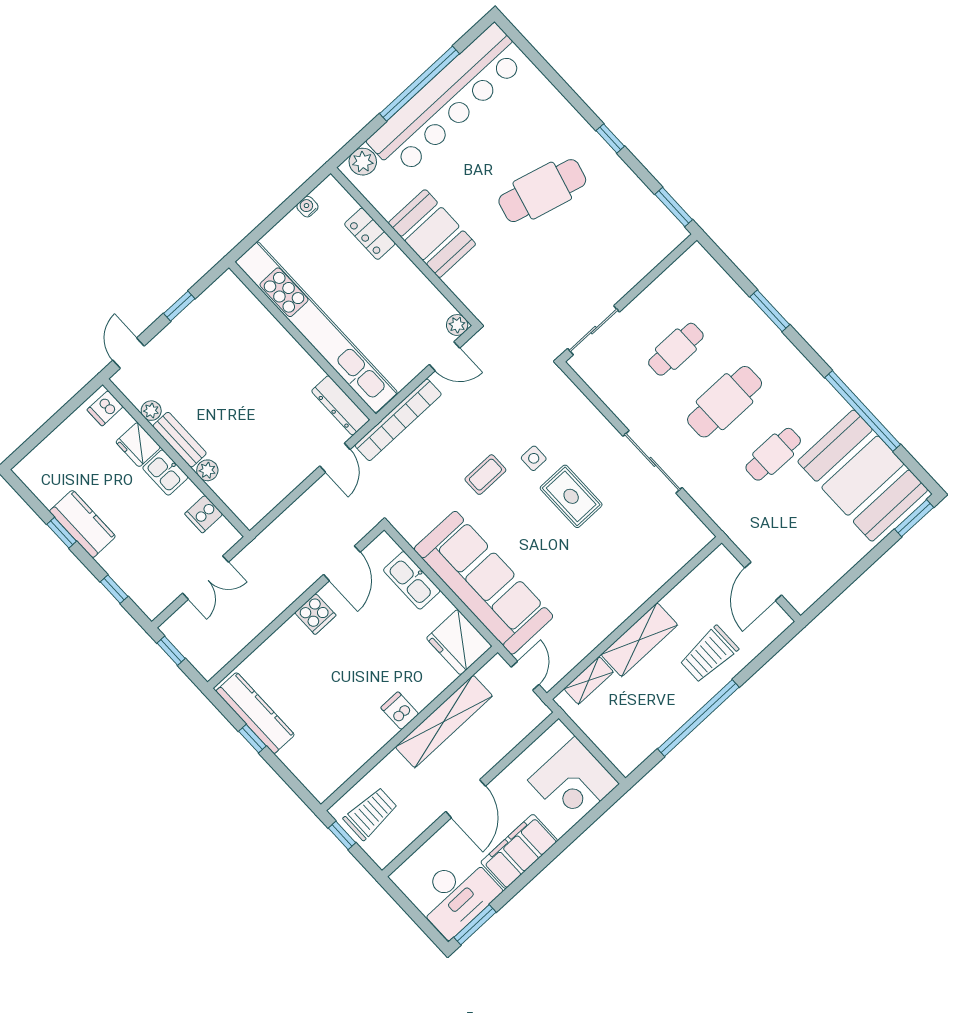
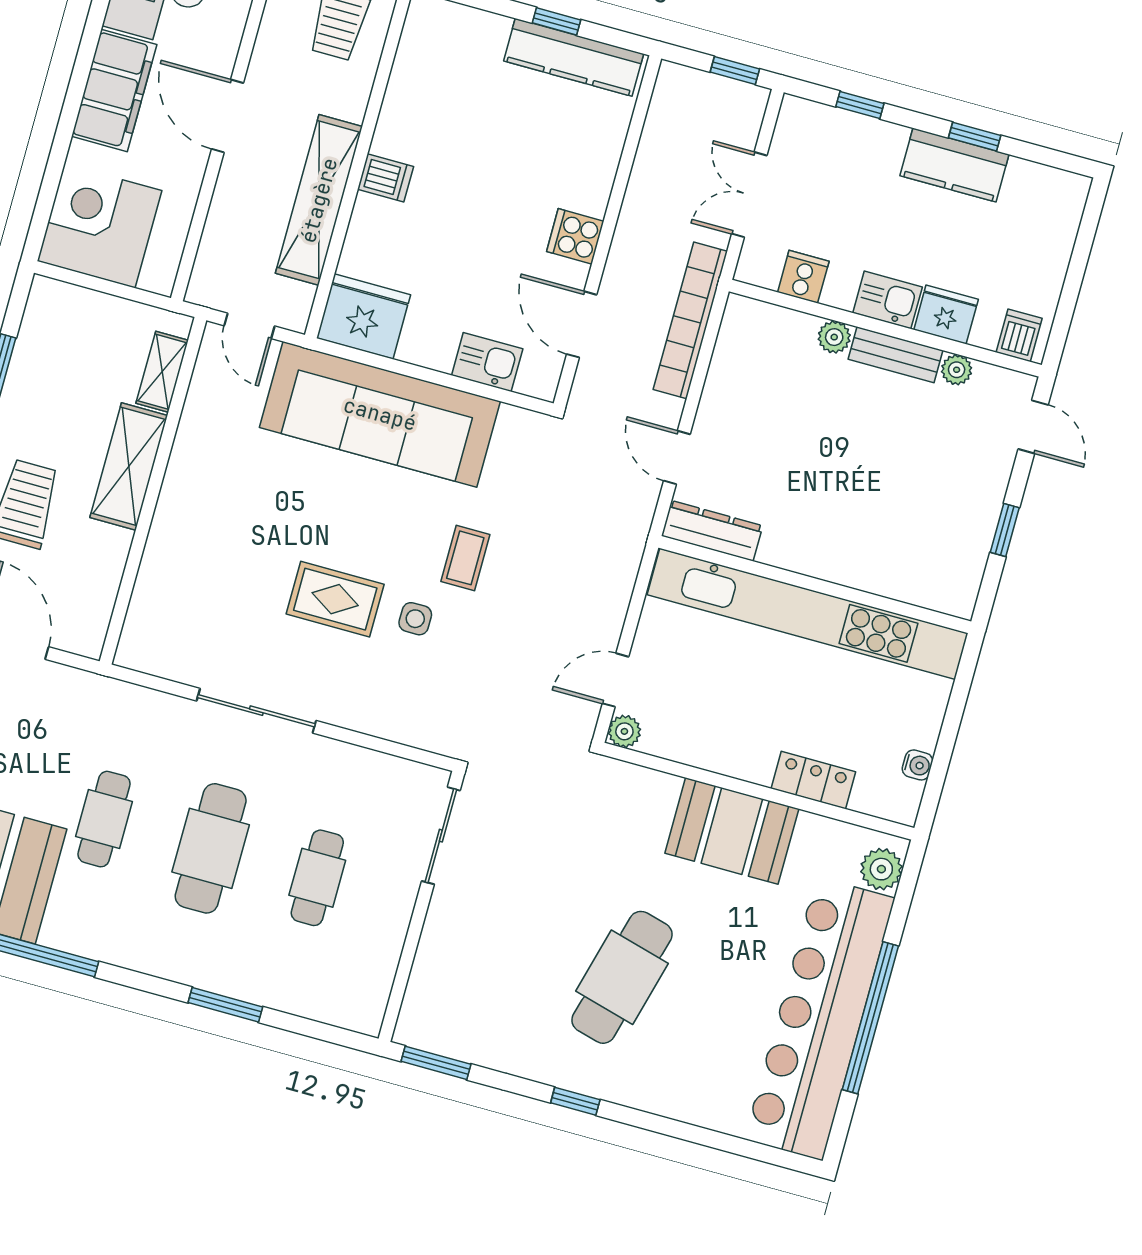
bookcase: (398, 420) -> (690, 320), moved
kitchen sink: (412, 580) -> (487, 362), width x0.73

